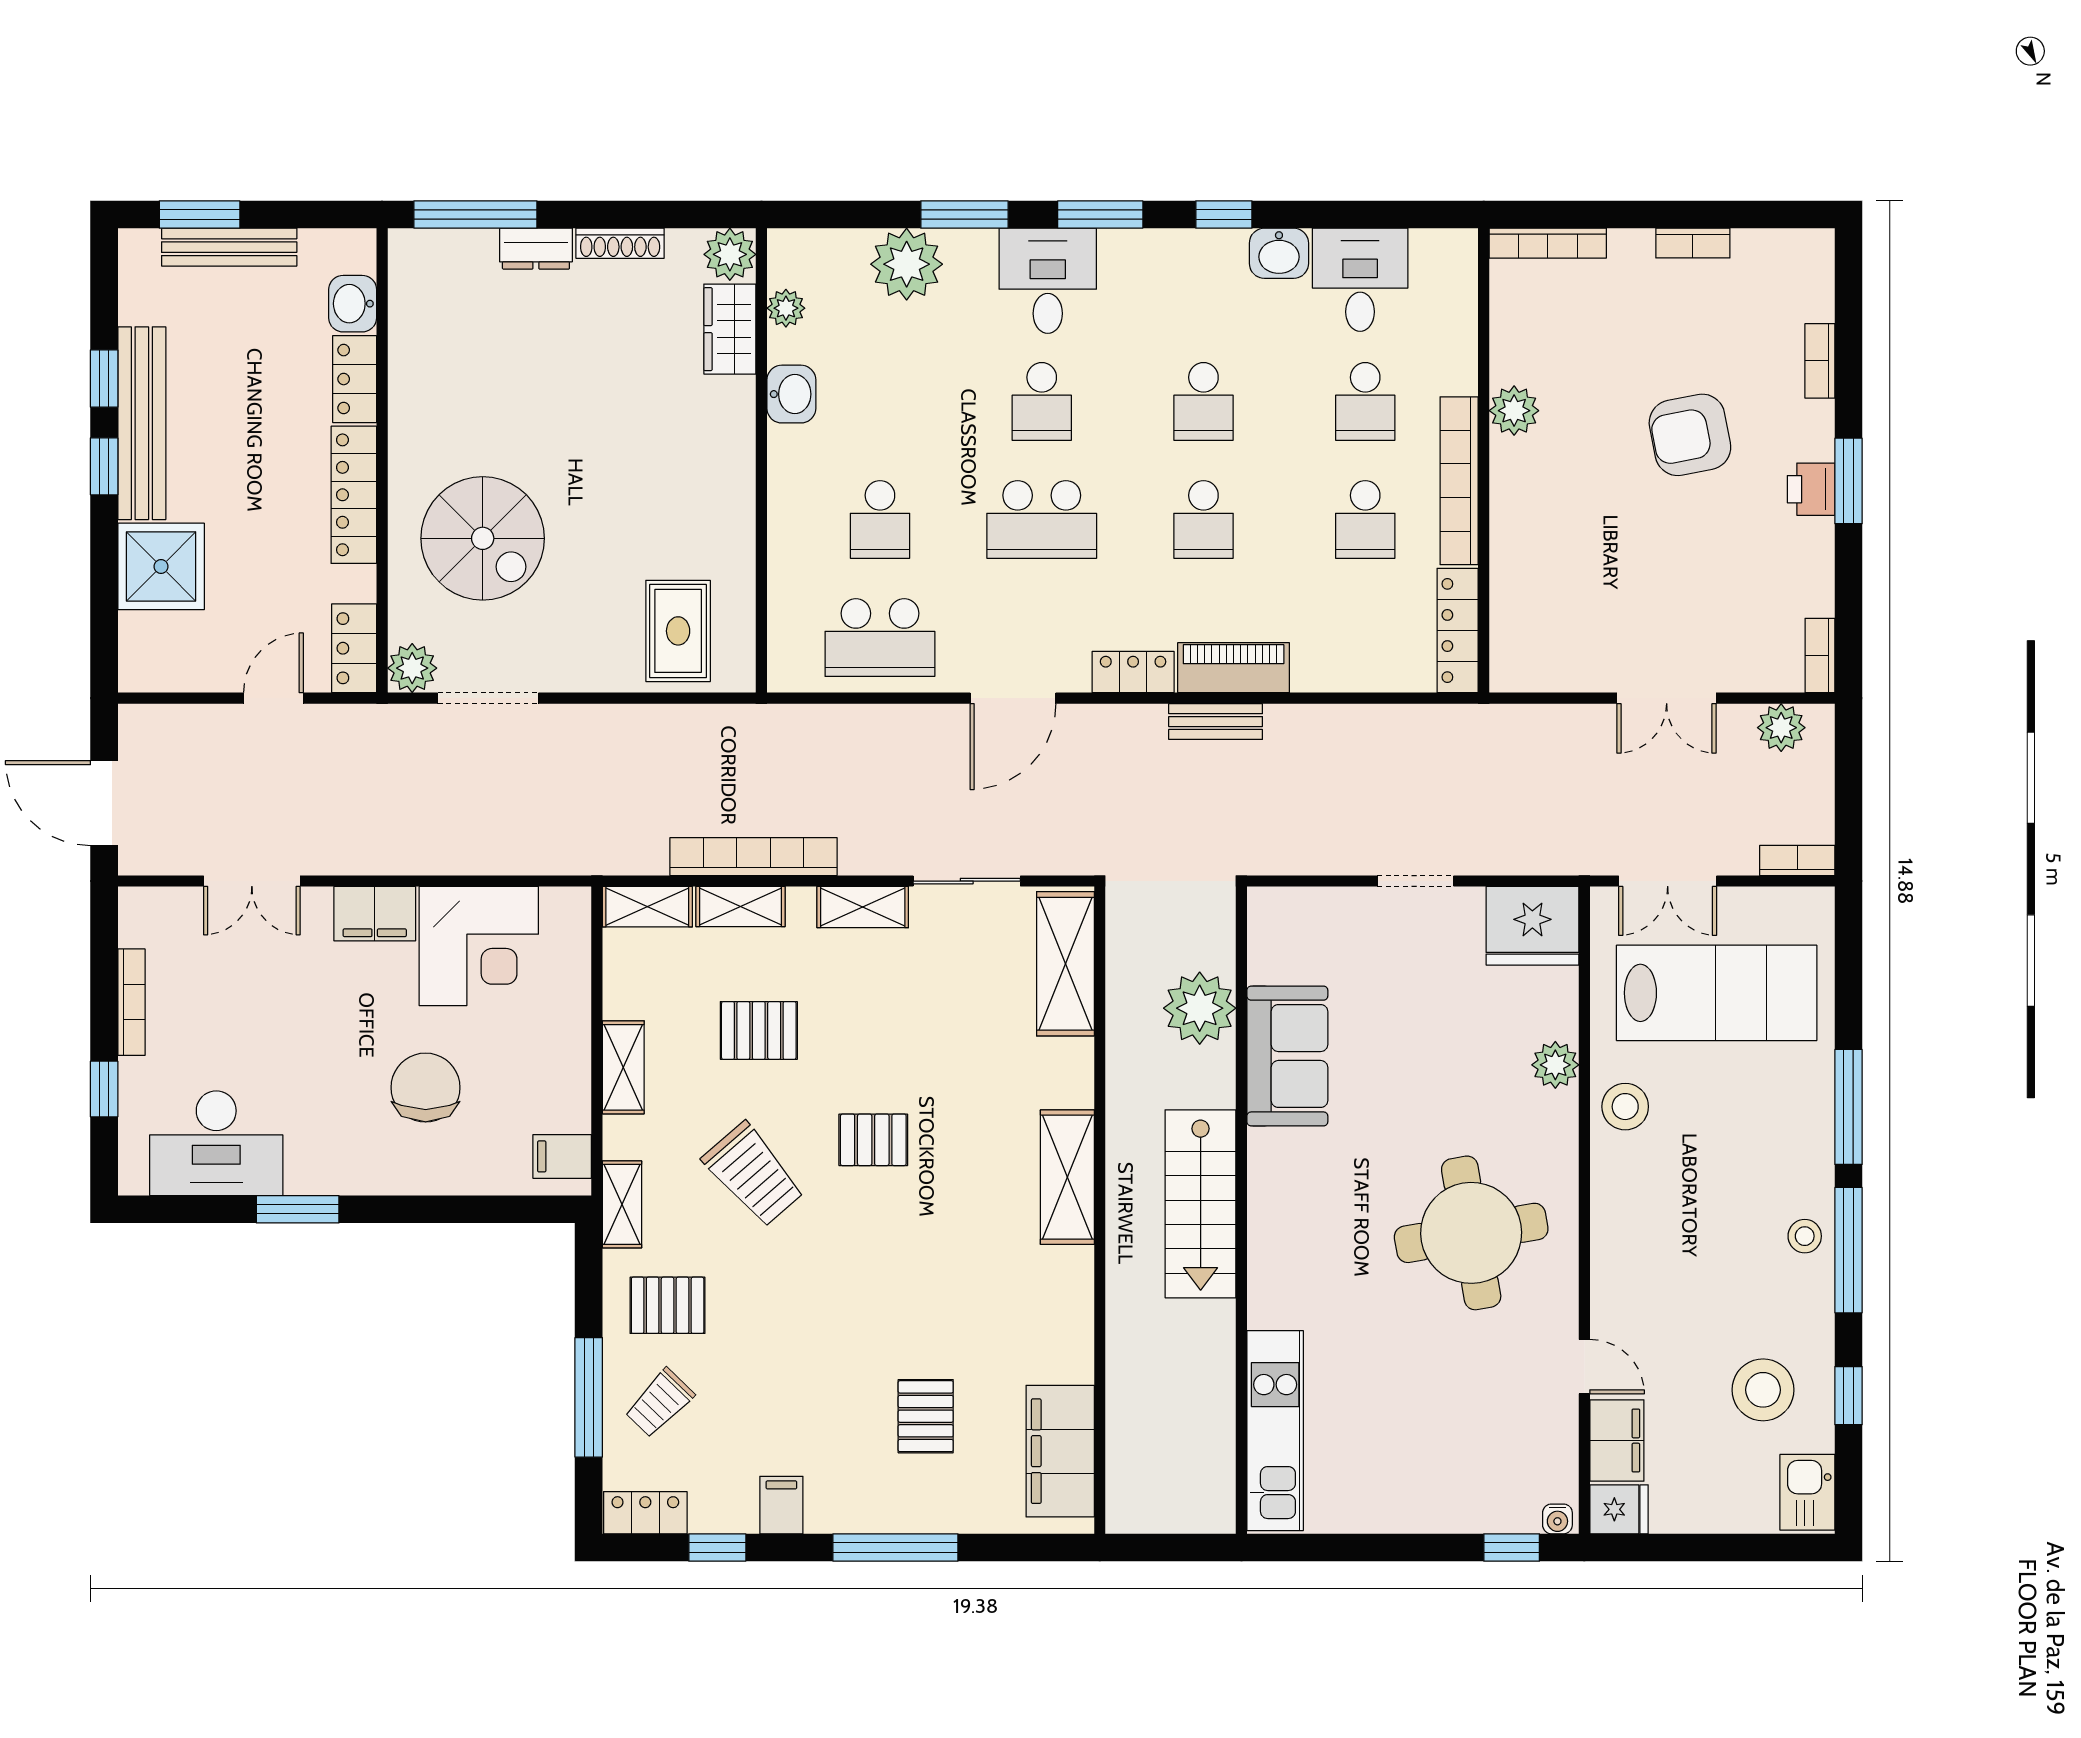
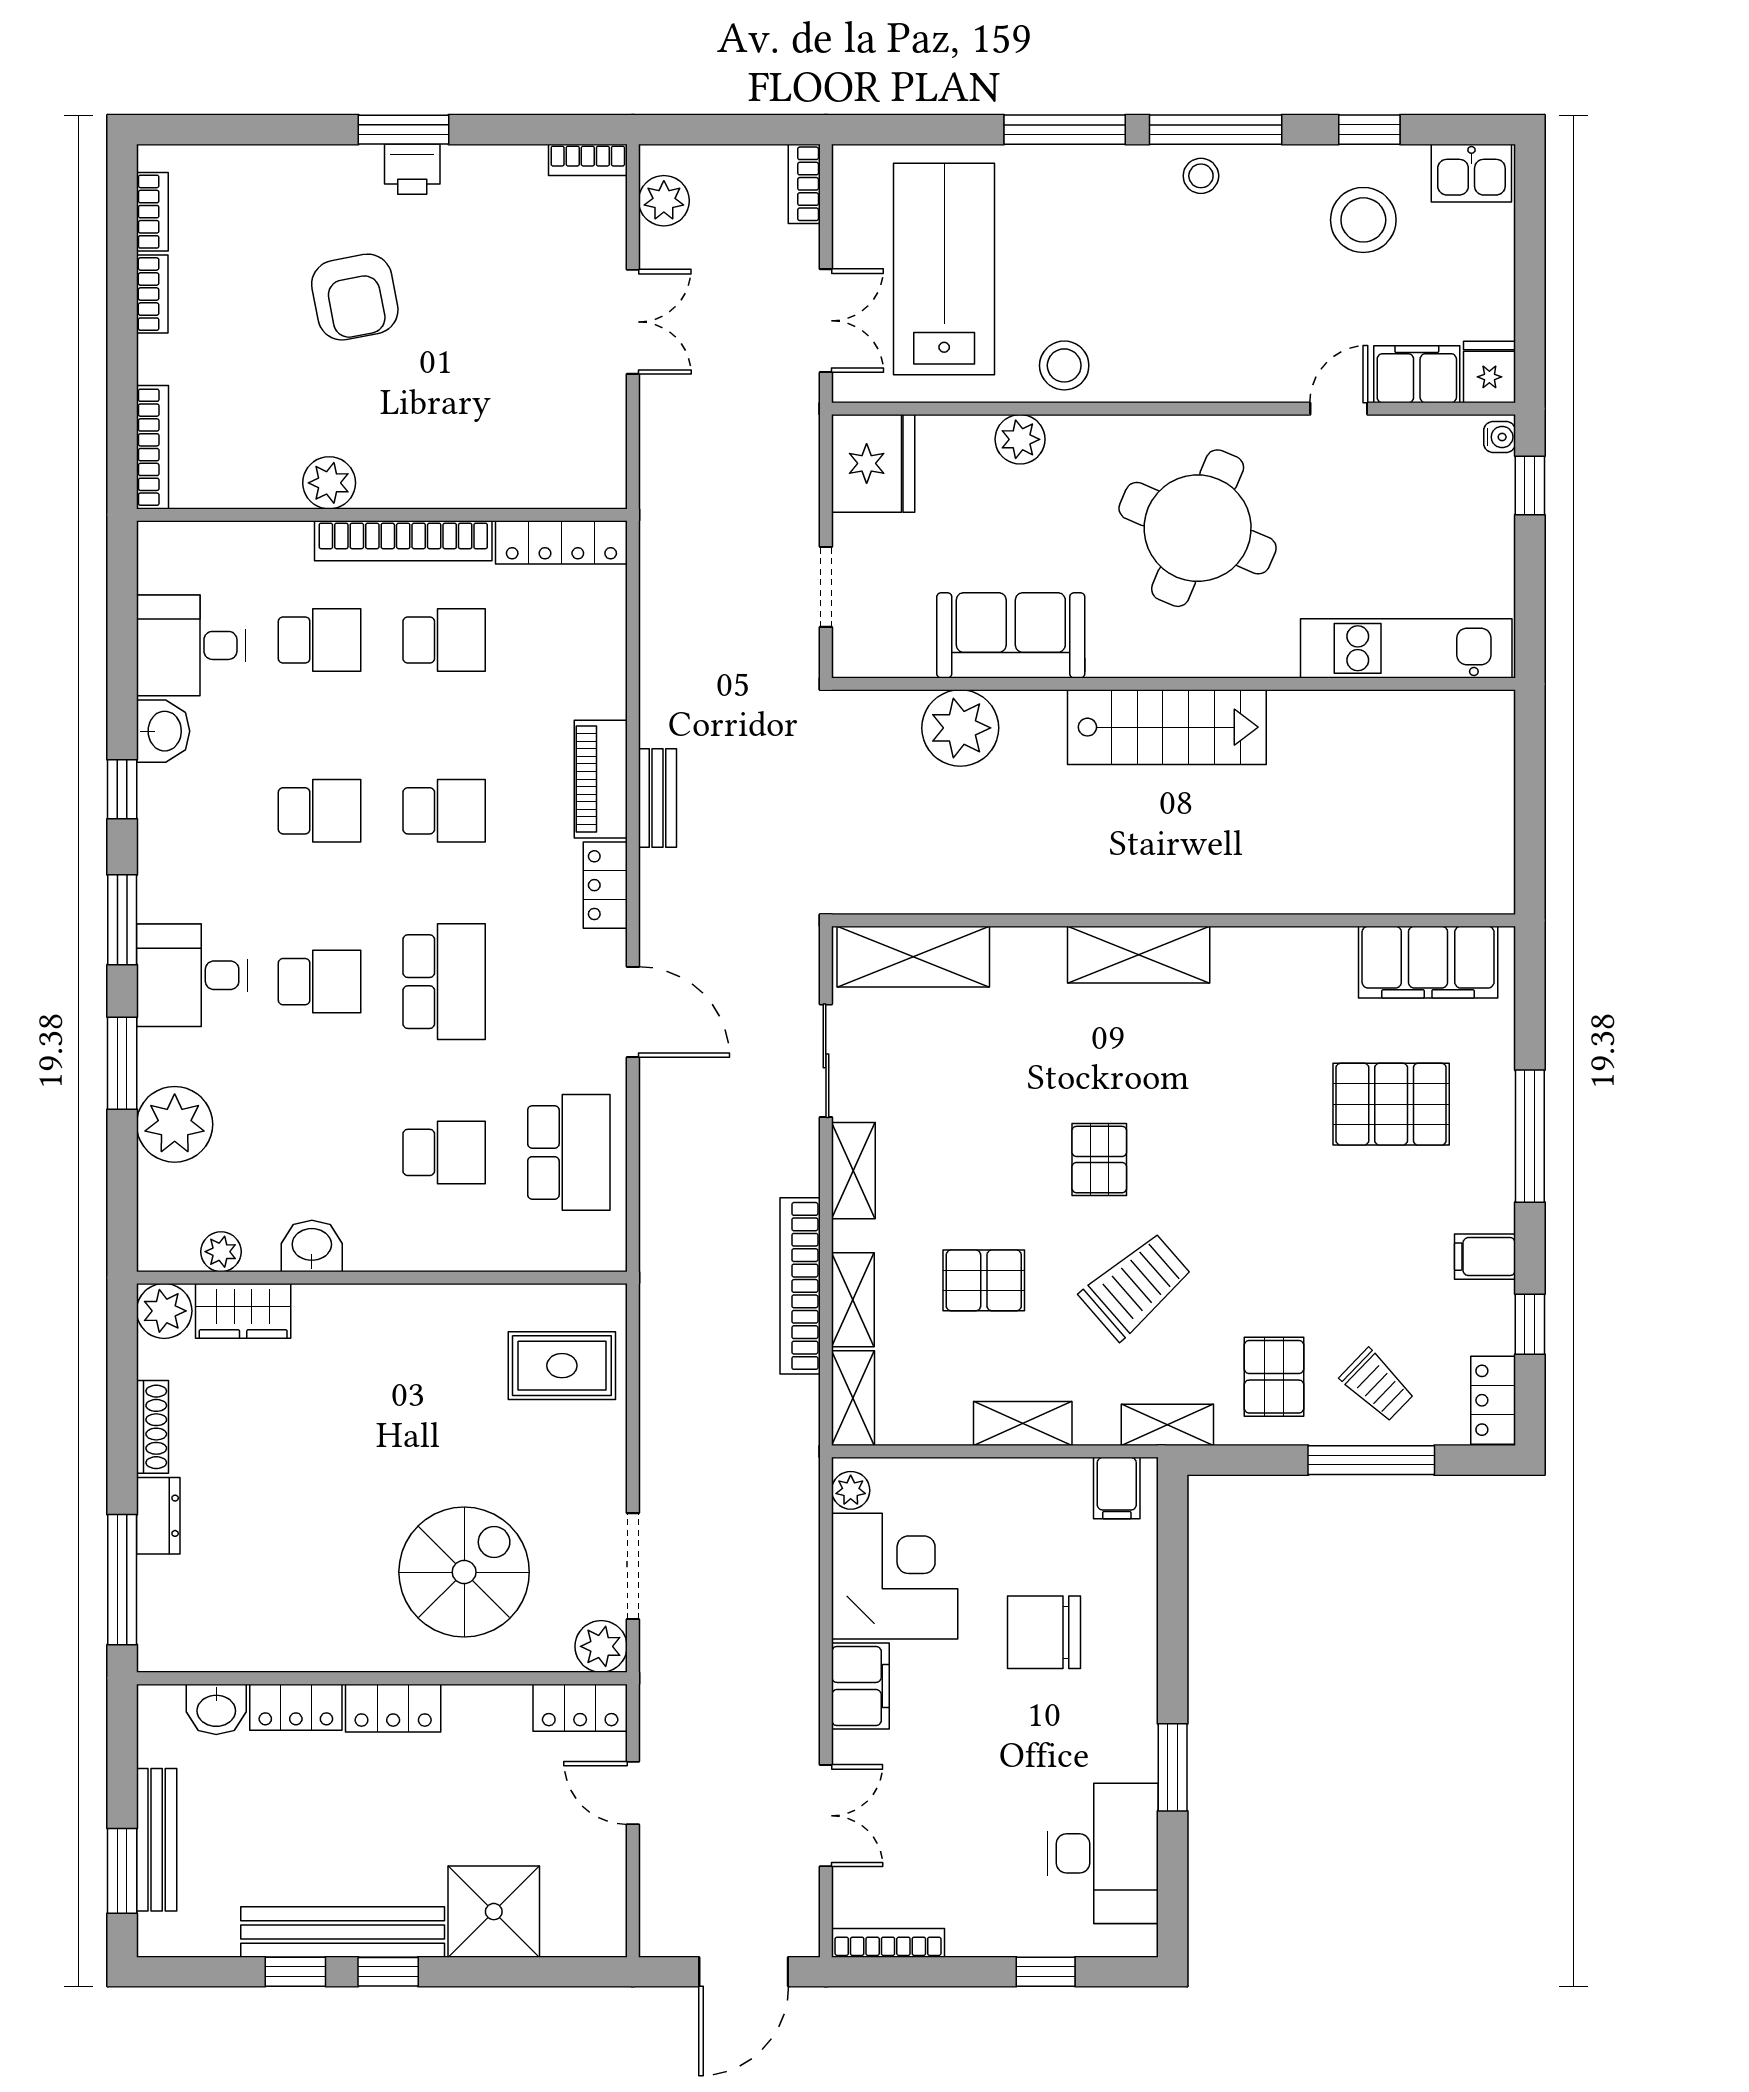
bookcase: (1820, 361) -> (152, 212), moved, turned -90
locker: (354, 495) -> (393, 1708), width x0.66
plant: (560, 904) -> (851, 1490), added
bookcase: (131, 1002) -> (888, 1943), moved
plant: (1200, 1008) -> (960, 728), moved
pallet: (759, 1030) -> (984, 1280), turned 90
sofa: (1287, 1056) -> (1011, 635), moved
stairs: (1201, 1204) -> (1167, 727), moved
wall: (1241, 1210) -> (1174, 684), moved
round table: (1471, 1233) -> (1198, 528), turned 33
pallet: (926, 1416) -> (1391, 1104), width x1.50, depth x1.42
kitchen unit: (1275, 1431) -> (1406, 648), moved

